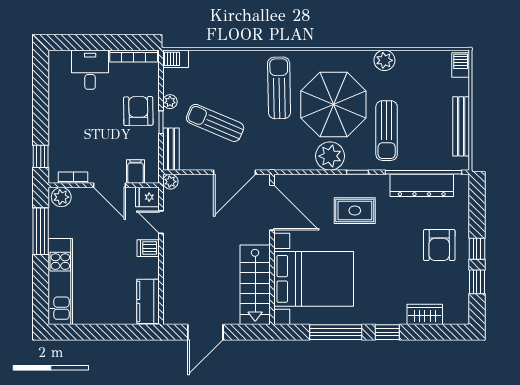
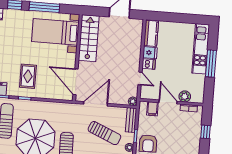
window: (41, 156) -> (206, 132), moved
plant: (330, 156) -> (40, 109), removed
plant: (61, 197) -> (185, 96), moved
fridge: (147, 197) -> (150, 53), moved
rug: (355, 211) -> (28, 76), turned 90
window: (41, 231) -> (211, 64), moved
bed with nightstands: (314, 279) -> (55, 32), width x0.73

